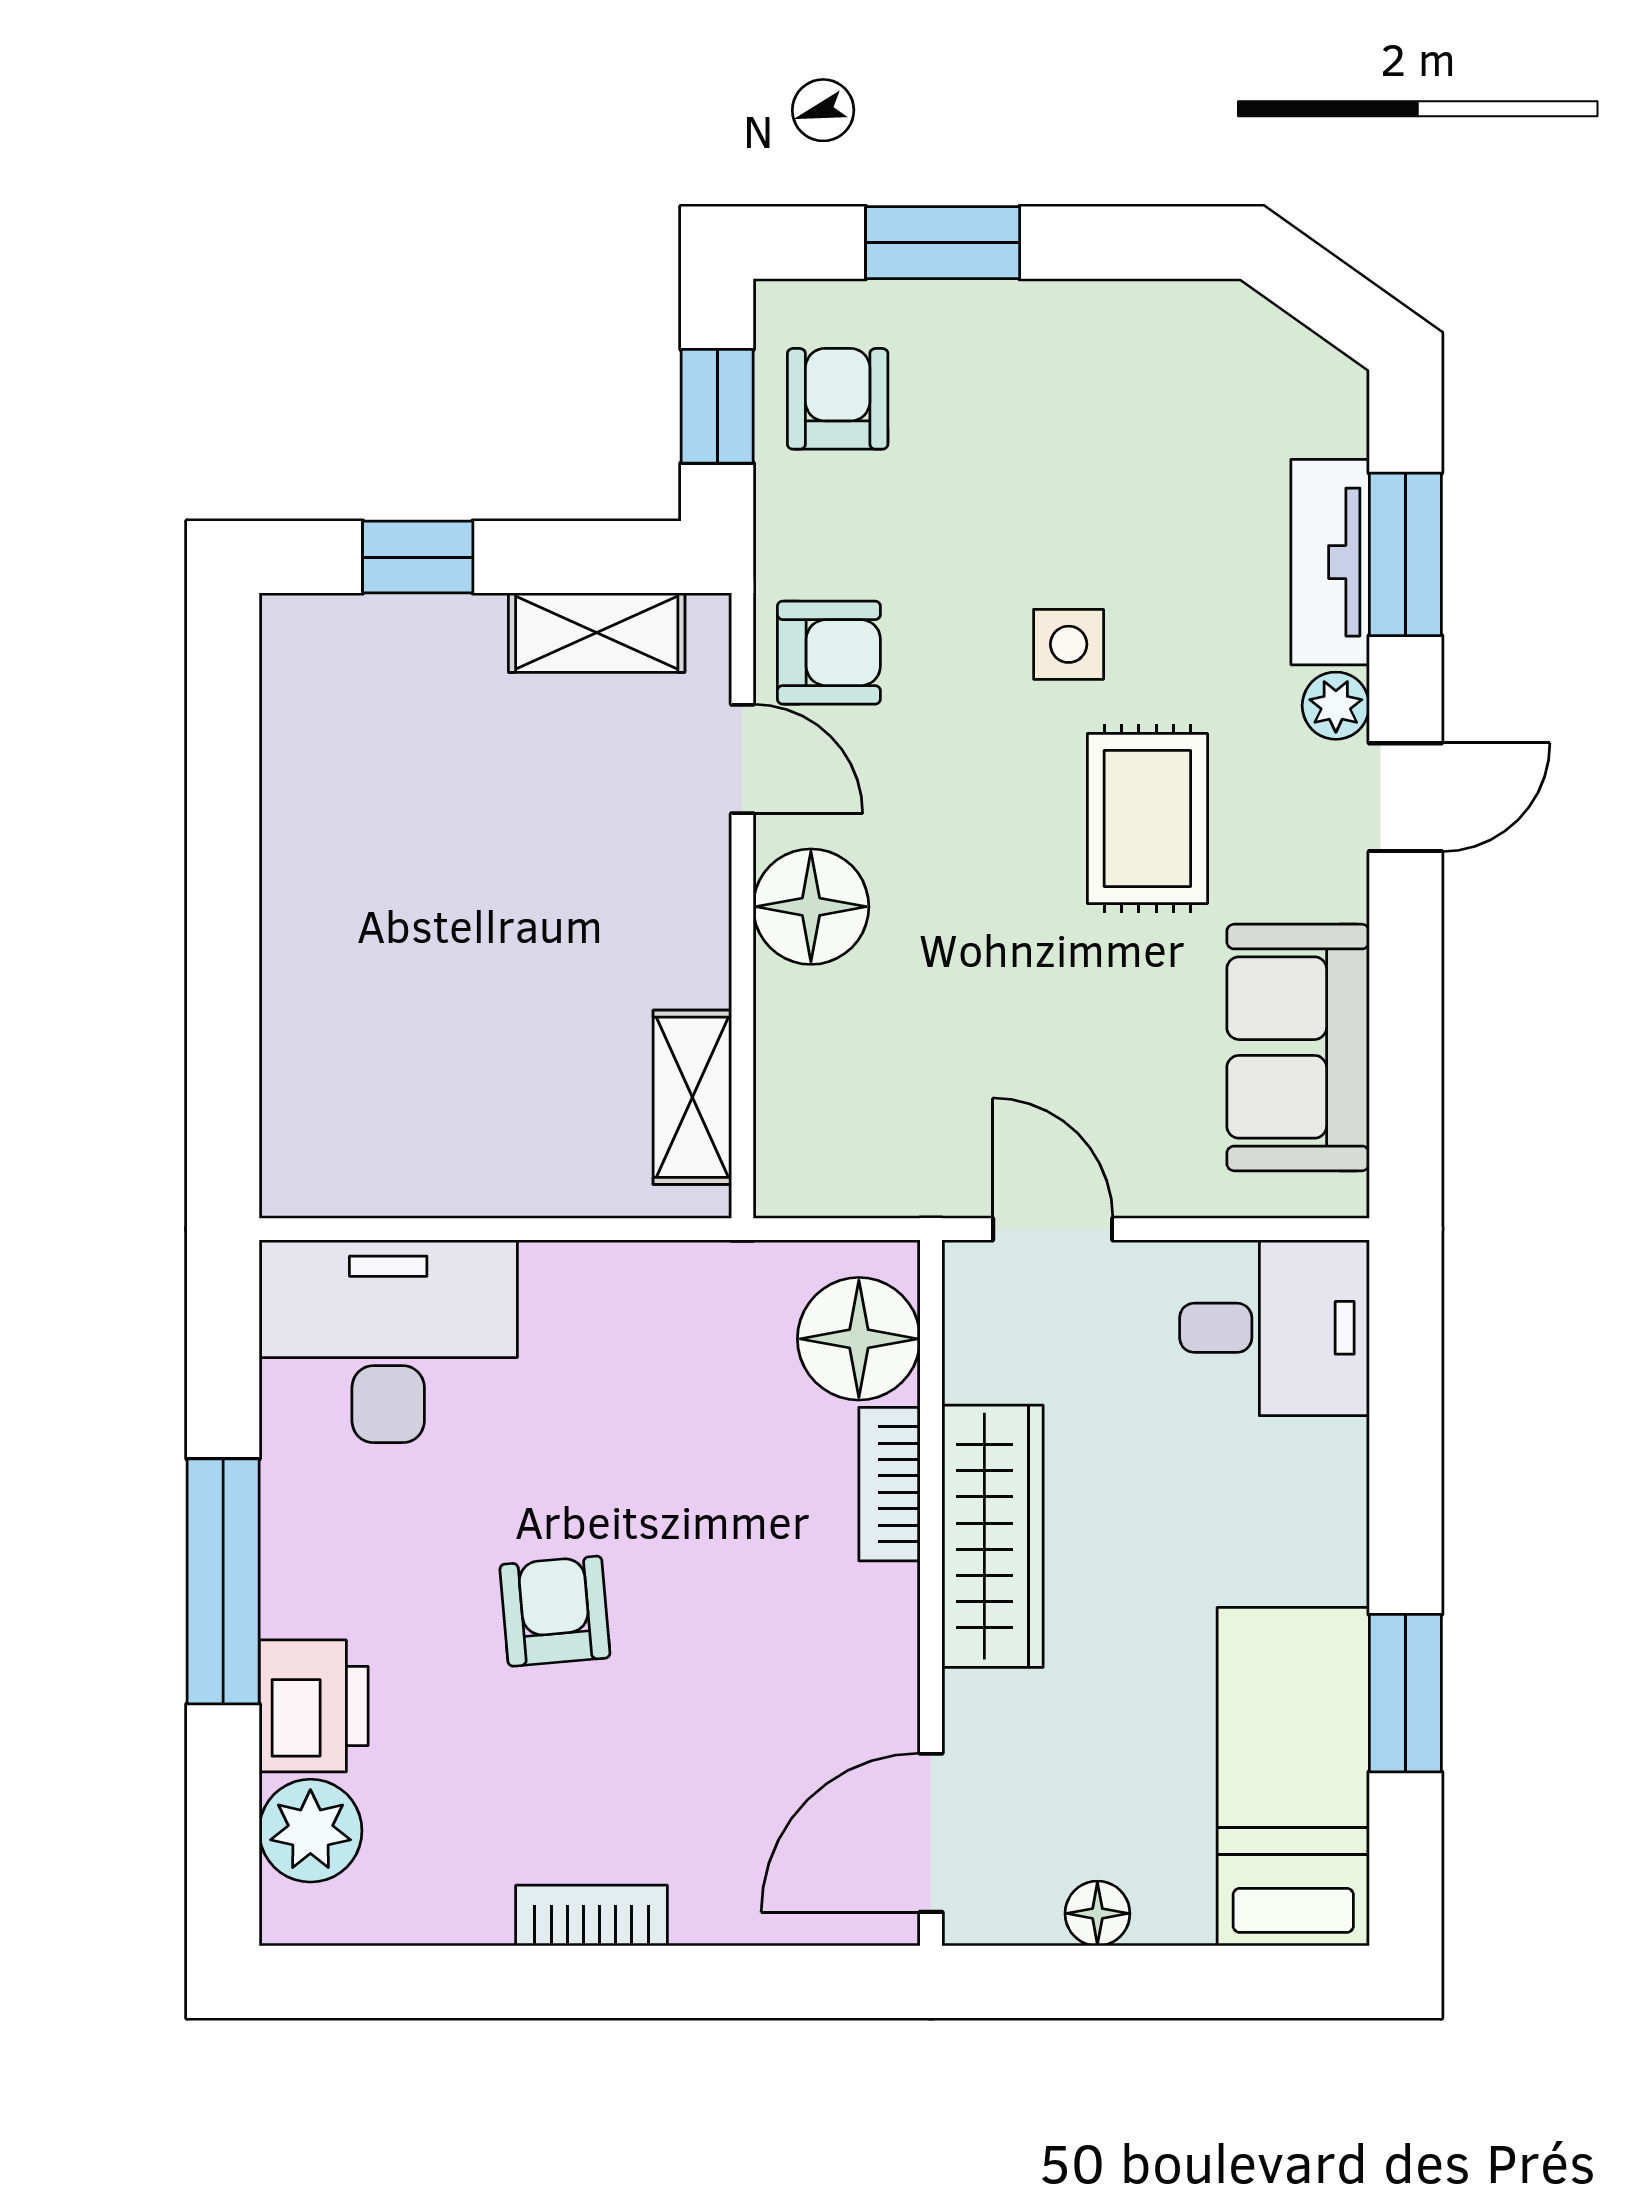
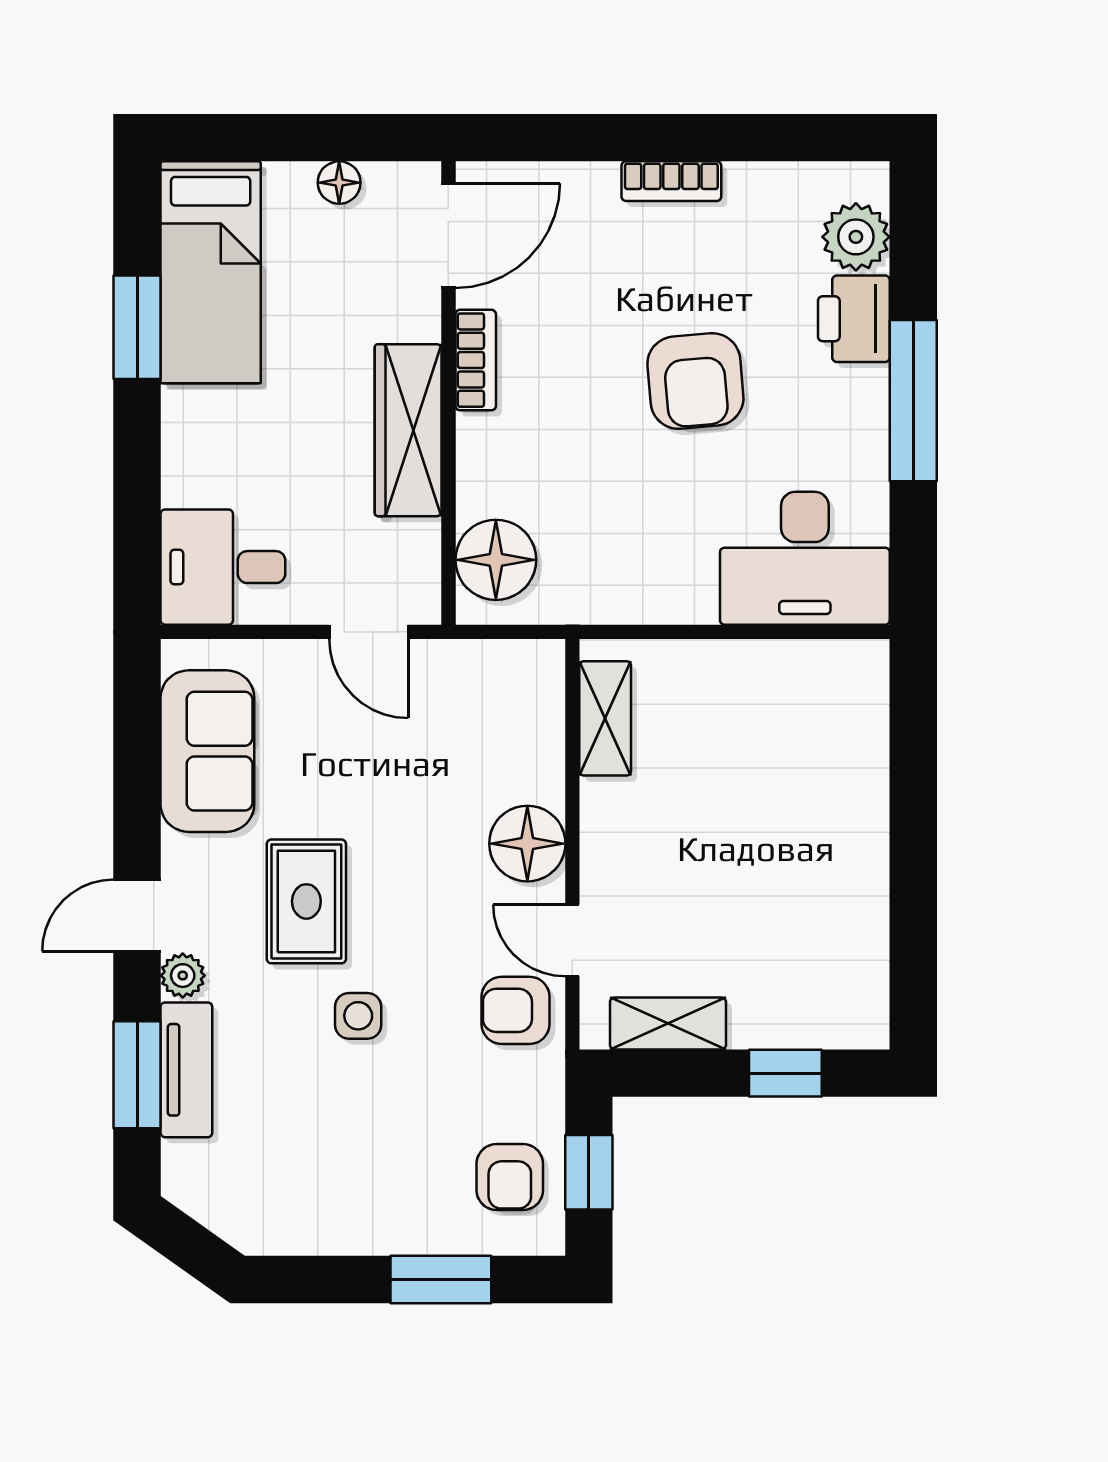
bookcase: (890, 1484) -> (476, 360), moved
armchair: (555, 1611) -> (695, 381), width x1.38, depth x1.38

